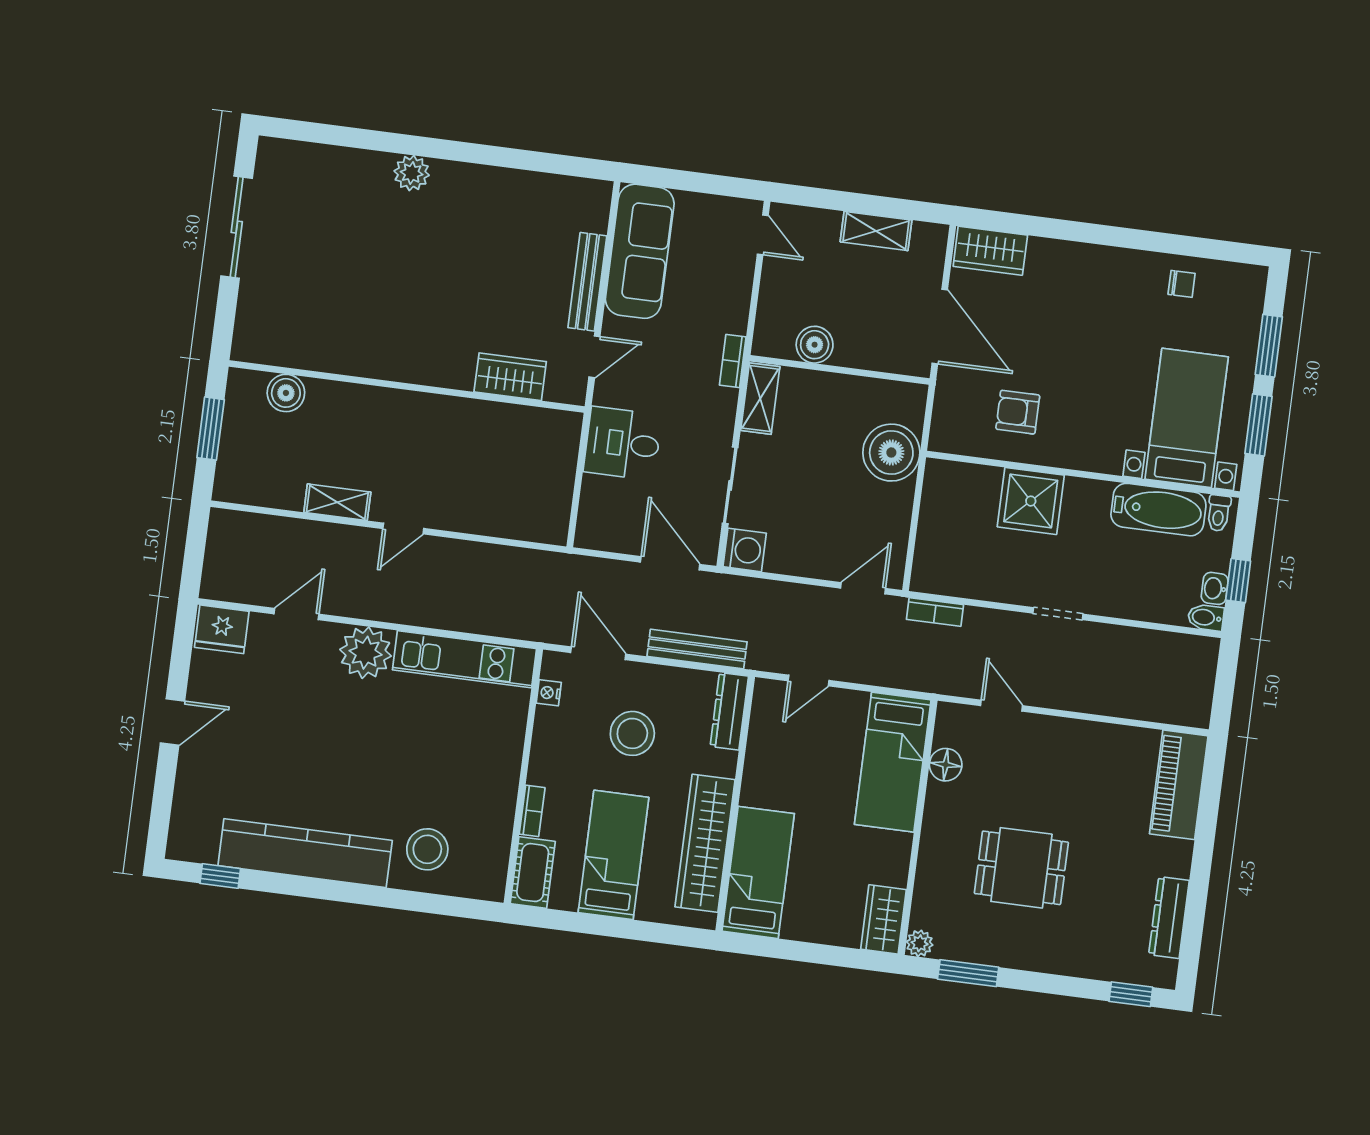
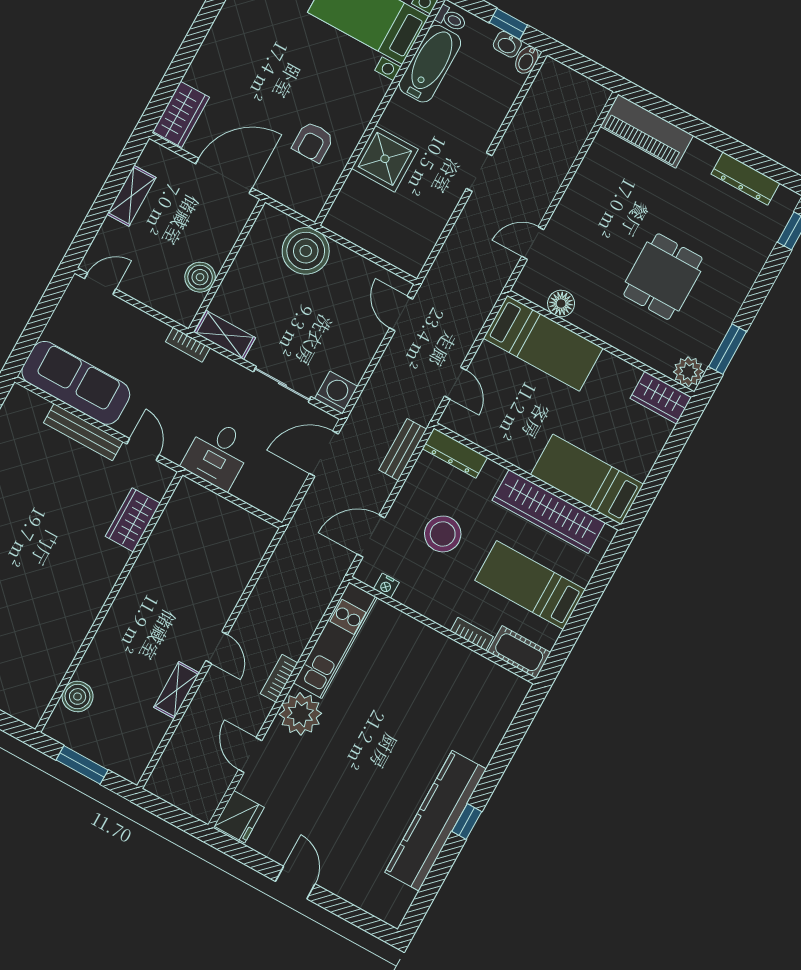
bookcase: (935, 612) -> (279, 678), moved, turned 180
bench: (697, 649) -> (403, 450), width x0.73
stool: (427, 849) -> (470, 726), removed
window: (220, 876) -> (467, 821), moved
plant: (920, 943) -> (688, 372), width x1.38, depth x1.38

